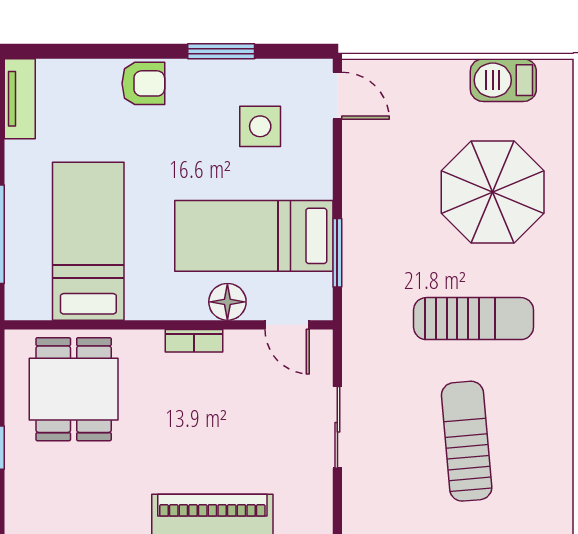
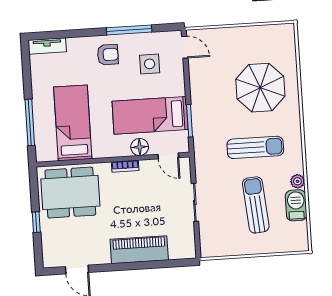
window: (221, 51) -> (129, 30), width x1.44
barbecue: (503, 80) -> (296, 205), moved, turned 90
armchair: (143, 83) -> (108, 55), moved
tv unit: (20, 99) -> (47, 46), moved, turned 90
dining table: (74, 389) -> (70, 193), width x1.38
plant: (559, 397) -> (298, 181), added

